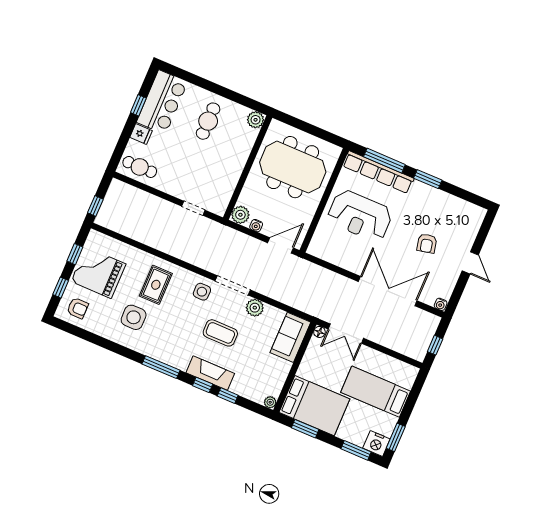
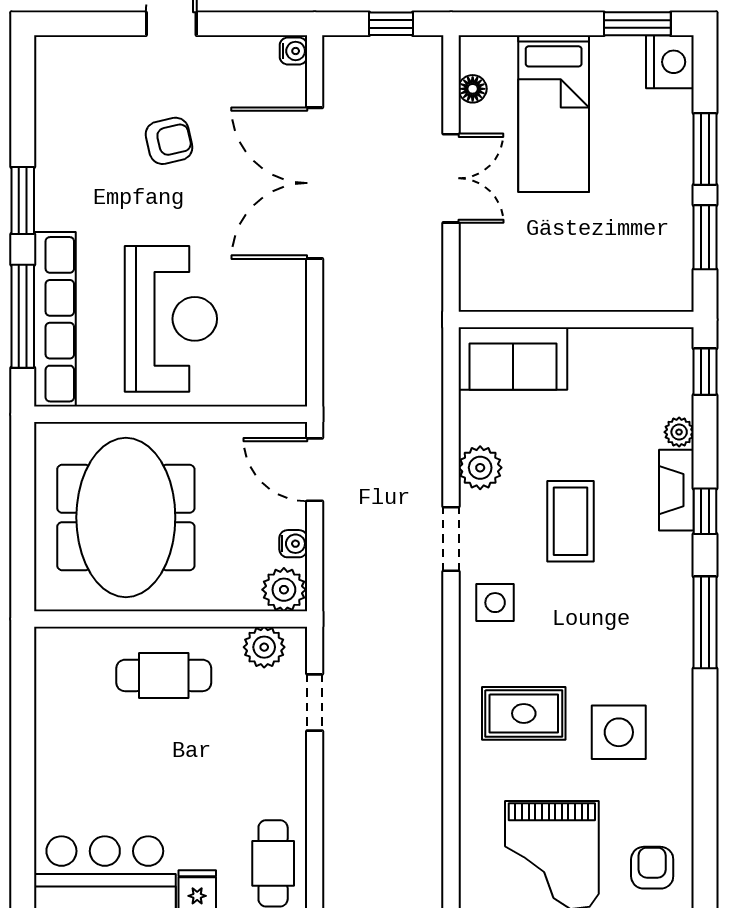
plant: (256, 120) -> (264, 647), moved
cafe table: (208, 121) -> (164, 675), moved
doorway: (233, 285) -> (451, 539), width x0.73
floor lamp: (319, 332) -> (473, 89), moved
double door: (346, 334) -> (451, 178), moved
fireplace: (210, 373) -> (676, 490), width x0.73, depth x0.76
window: (228, 396) -> (705, 372), moved
plant: (270, 402) -> (679, 432), moved
bed: (314, 406) -> (644, 238), removed
window: (356, 450) -> (705, 149), moved

